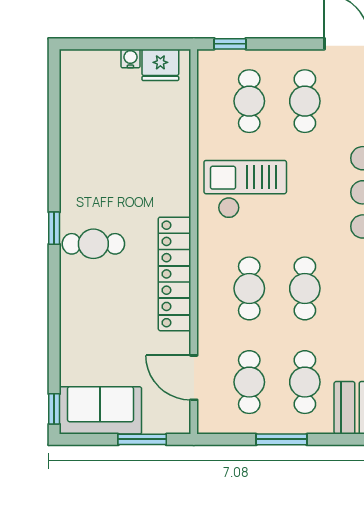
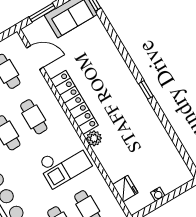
fridge: (160, 65) -> (125, 189), moved, turned 90
plant: (177, 201) -> (94, 138), added
cafe table: (93, 244) -> (122, 94), removed

